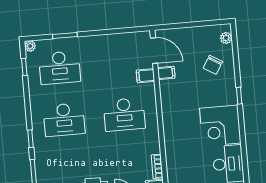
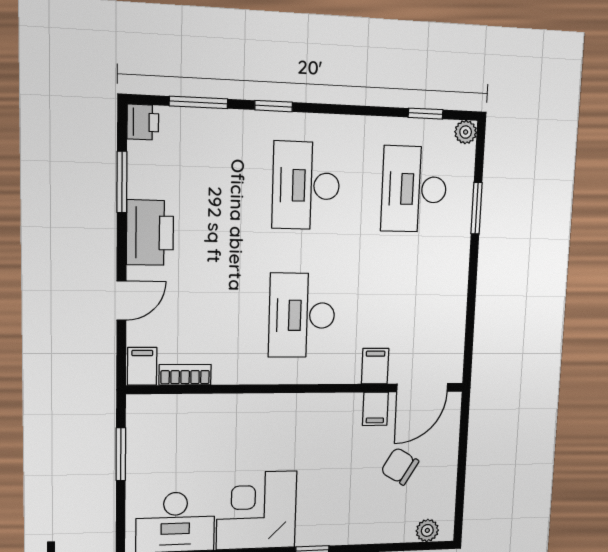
chair: (213, 65) -> (400, 466), moved

